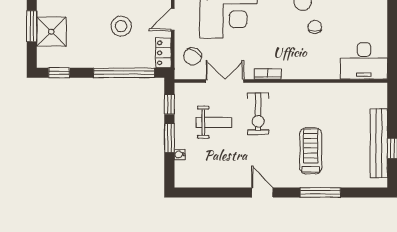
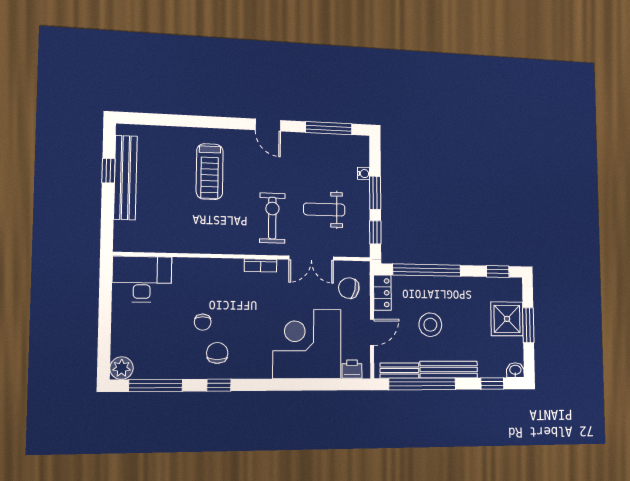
chair: (193, 56) -> (349, 288), turned -109
window: (320, 192) -> (329, 128), moved

